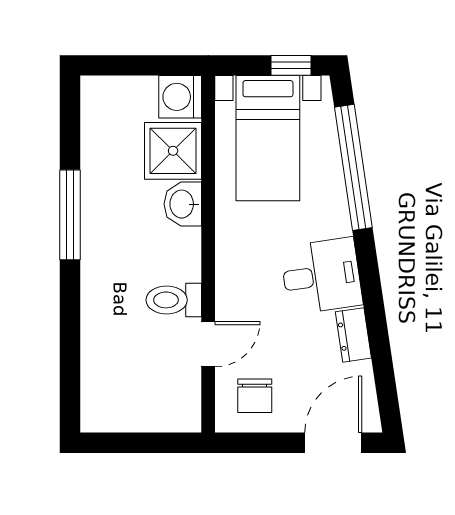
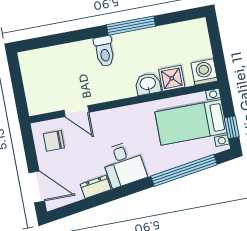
shower: (173, 151) -> (172, 78), width x0.73, depth x0.73
toilet: (174, 300) -> (104, 51), moved, turned 180

